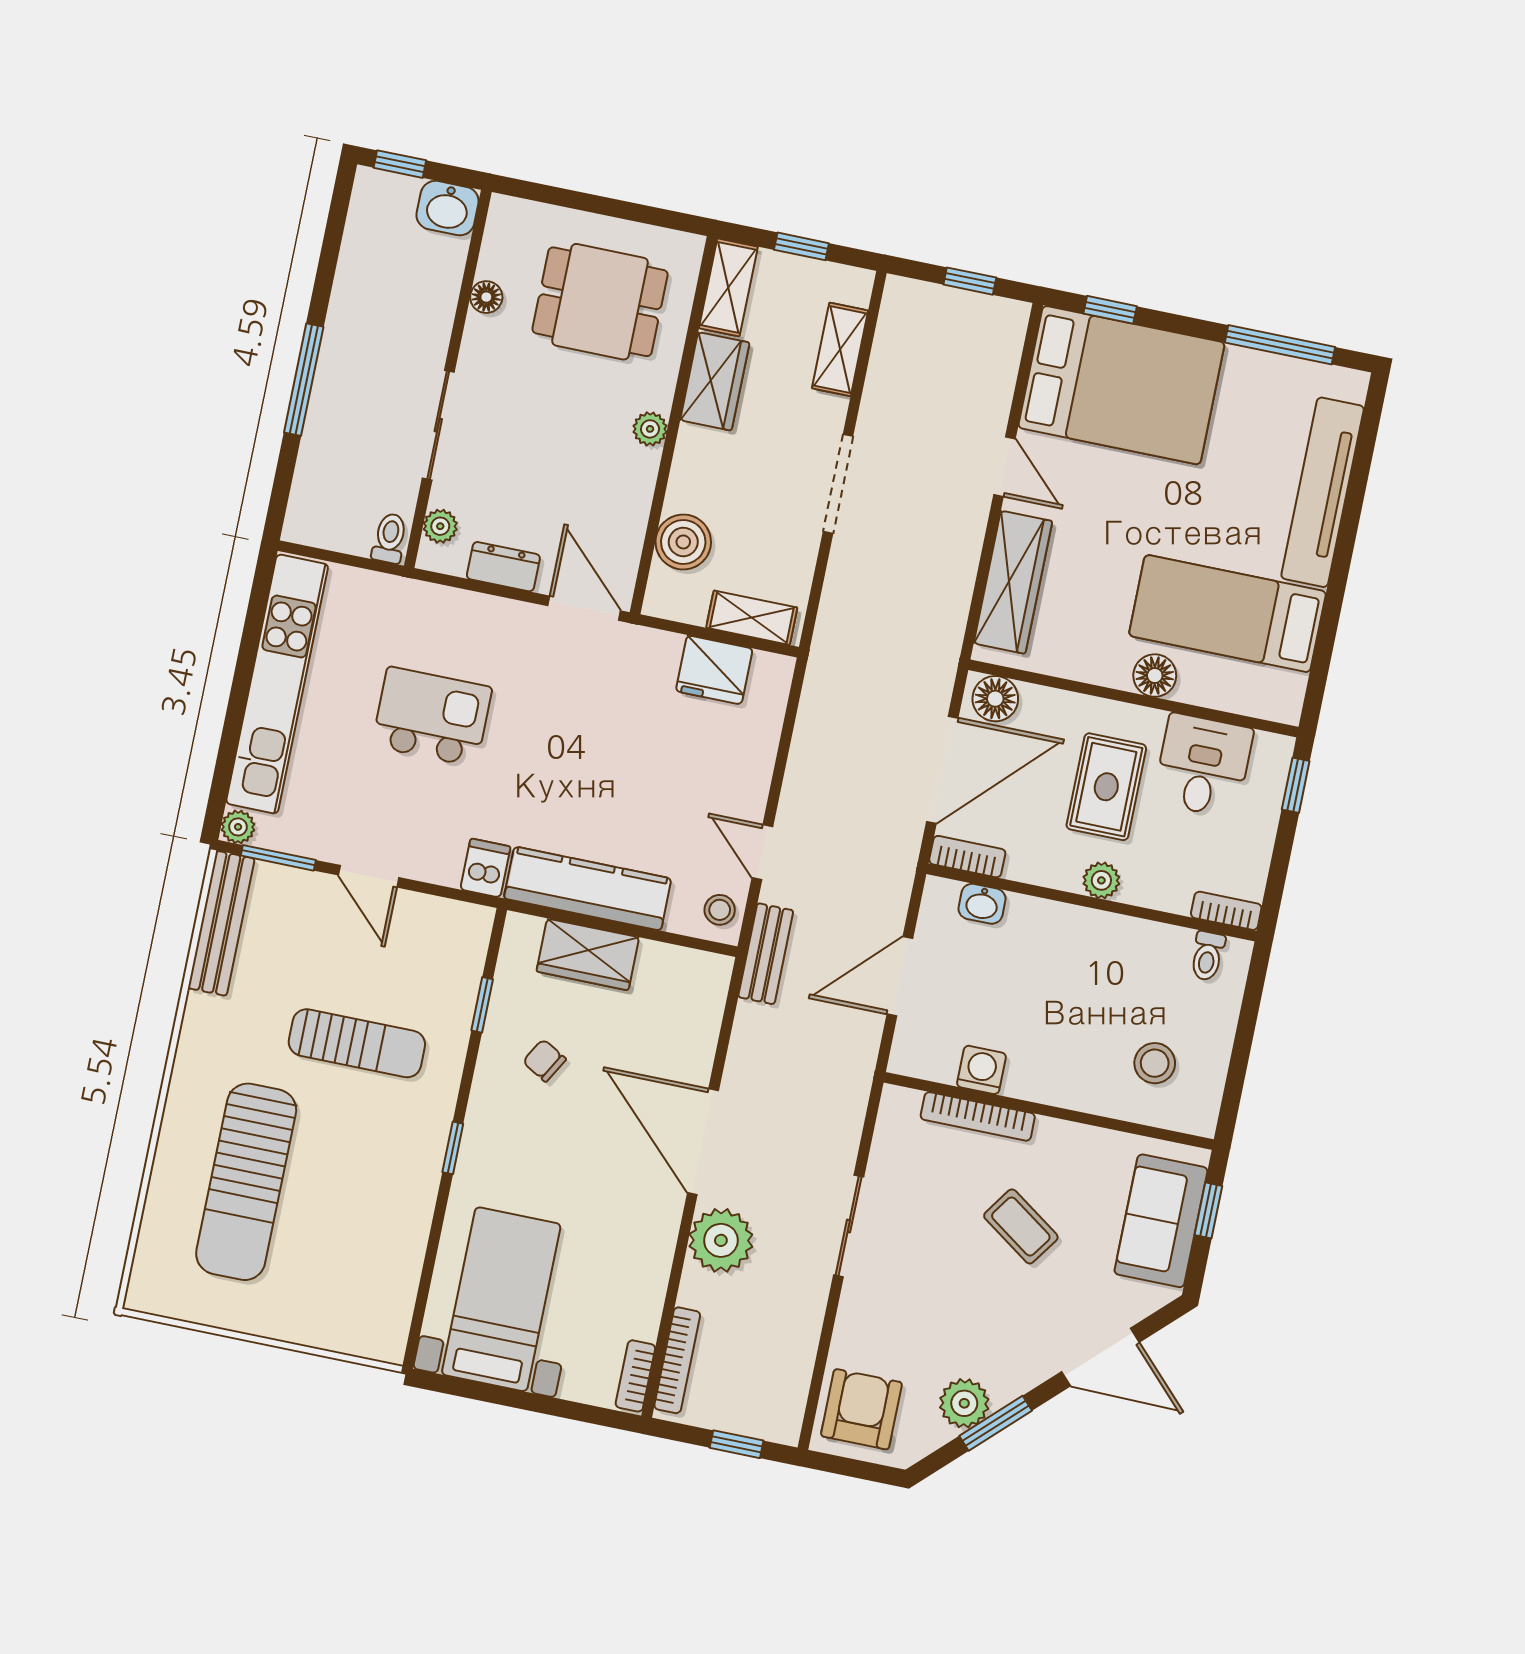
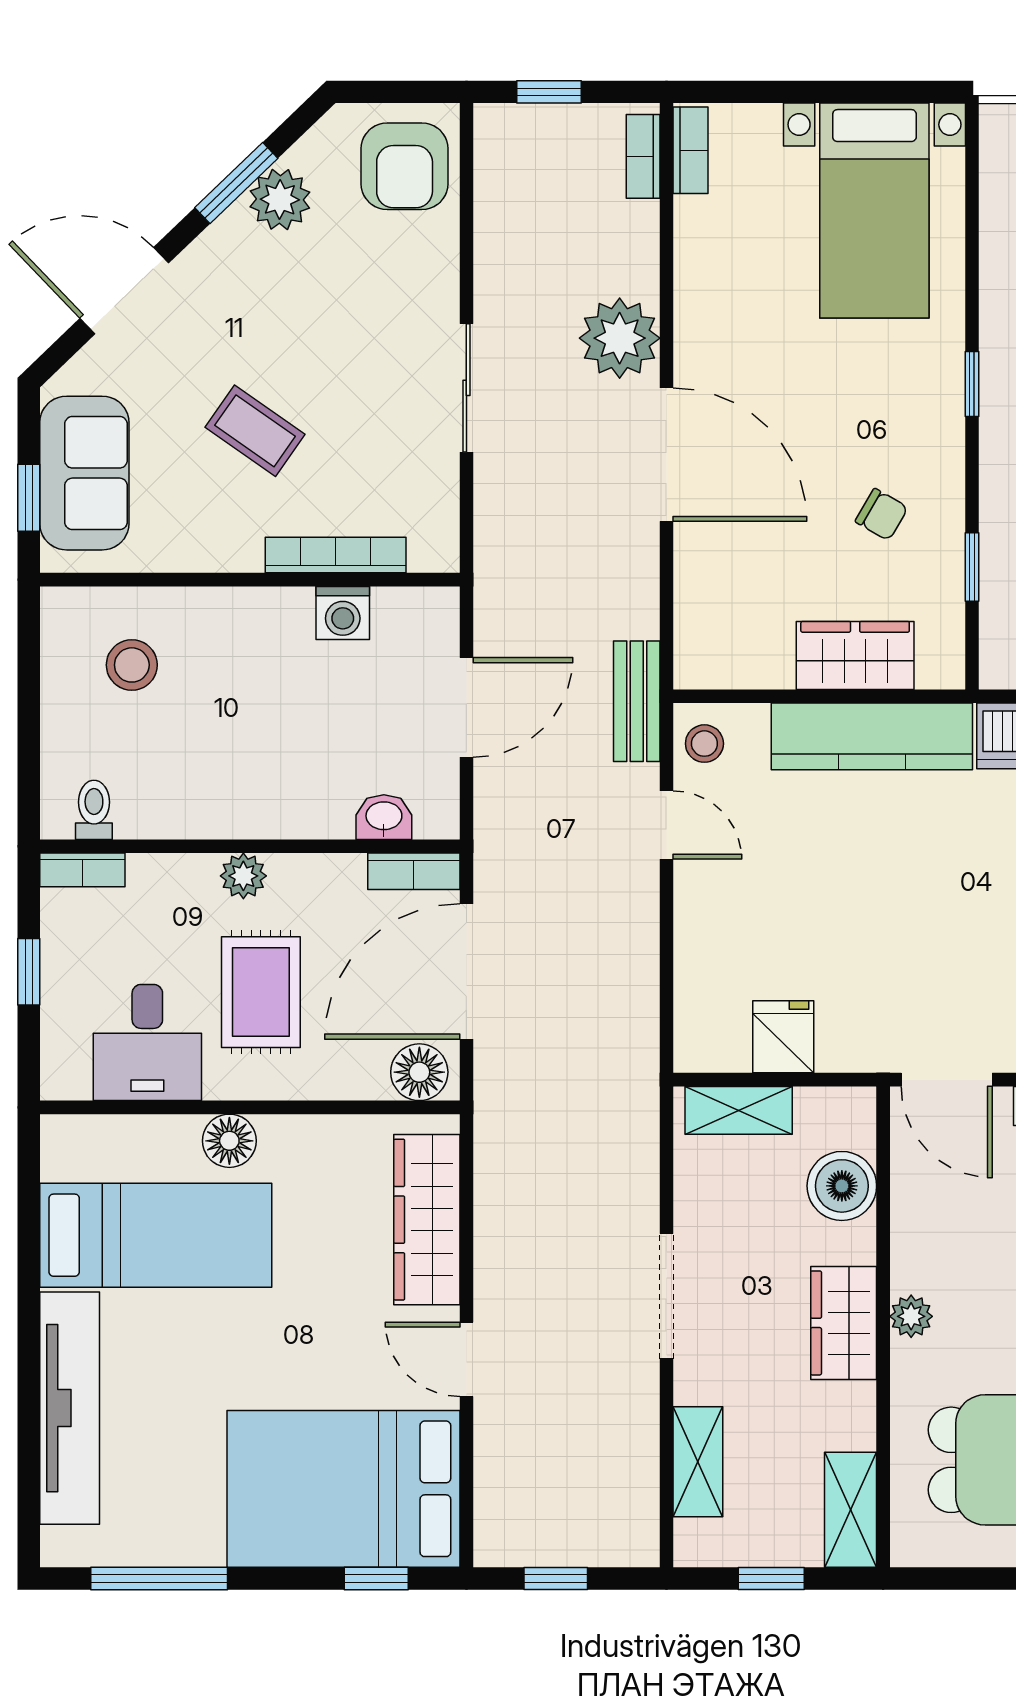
wardrobe: (715, 381) -> (844, 1323), moved
fridge: (714, 670) -> (783, 1037), width x0.72
window: (1296, 785) -> (29, 972), moved
bookcase: (677, 1360) -> (643, 156), width x0.64

